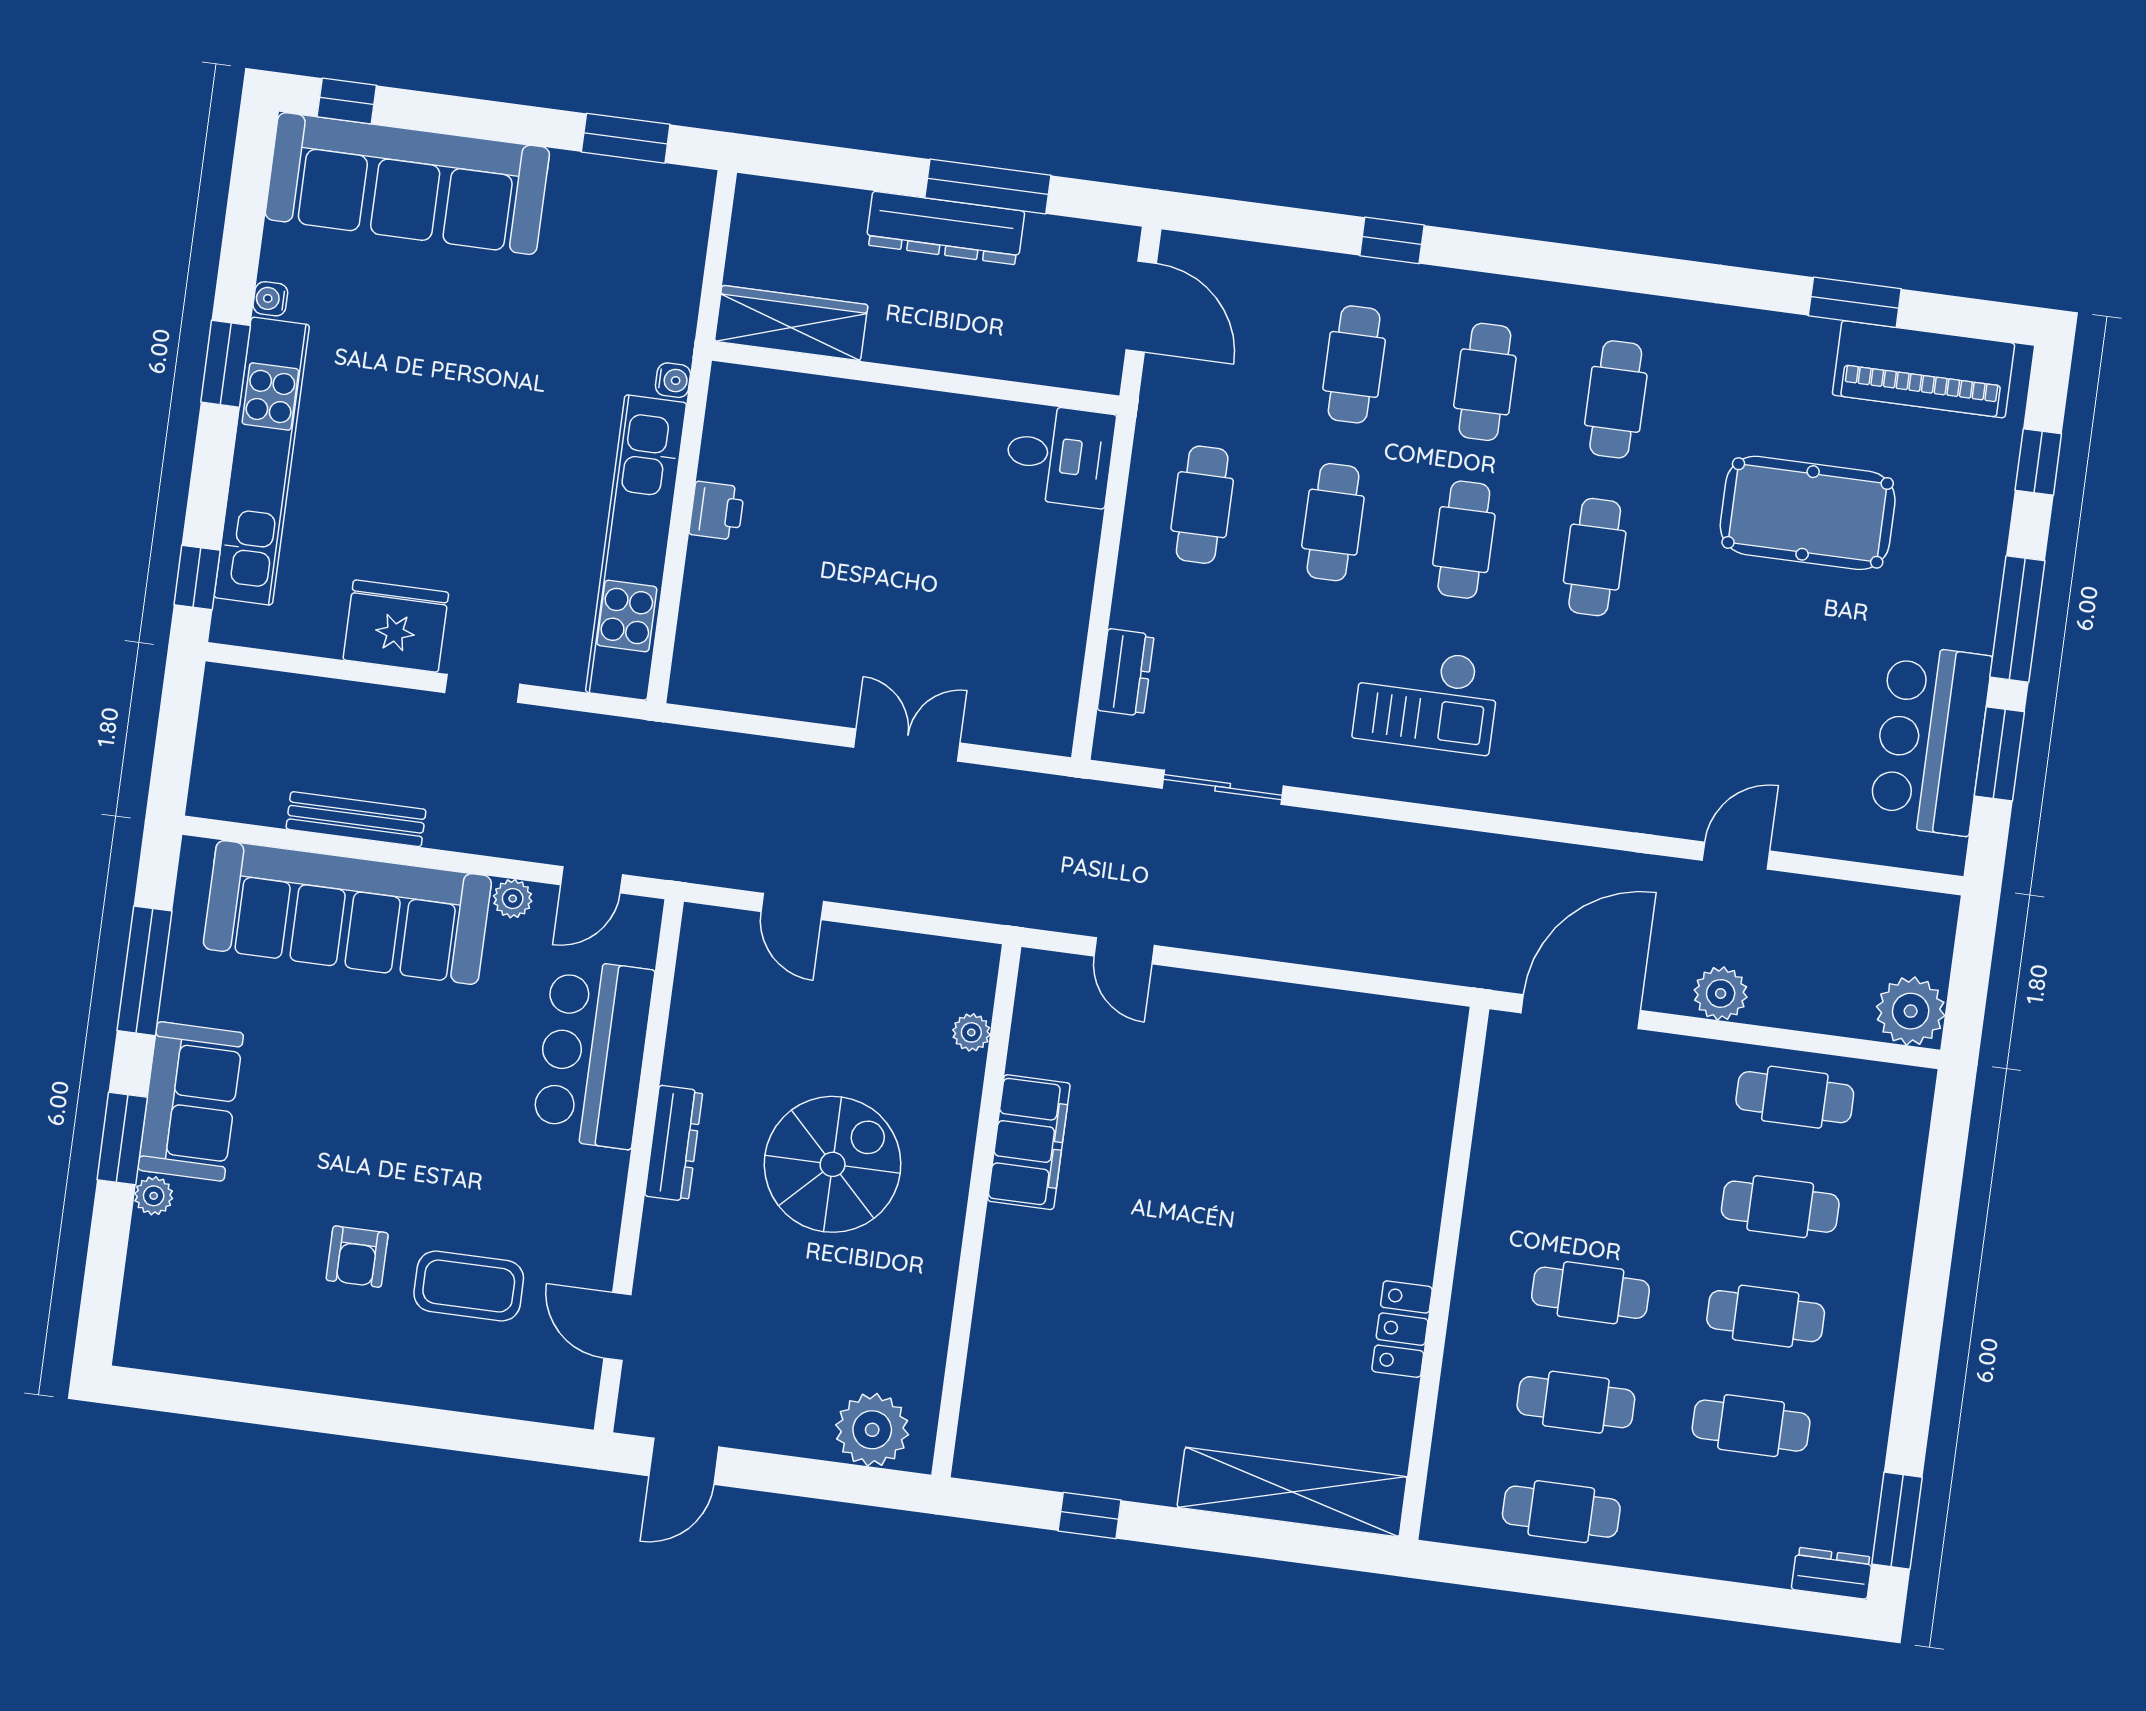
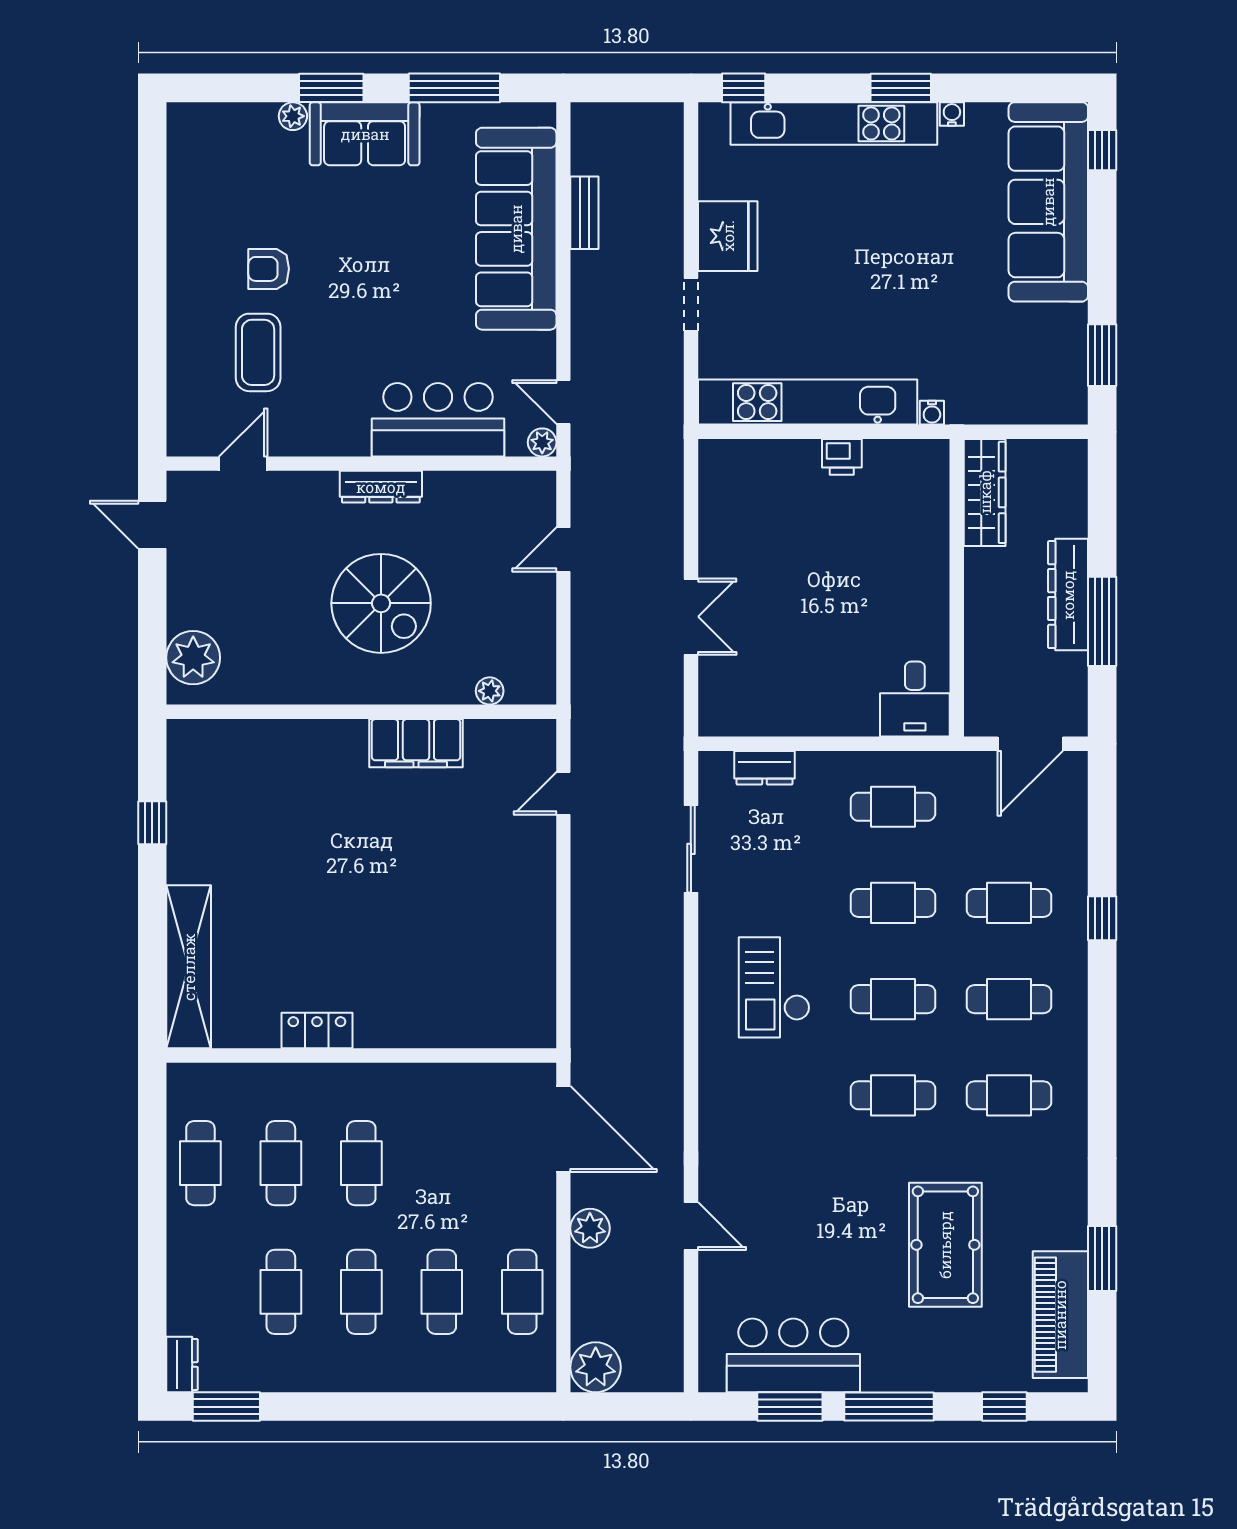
bench: (356, 819) -> (584, 213), width x0.73
plant: (513, 899) -> (542, 442), moved

